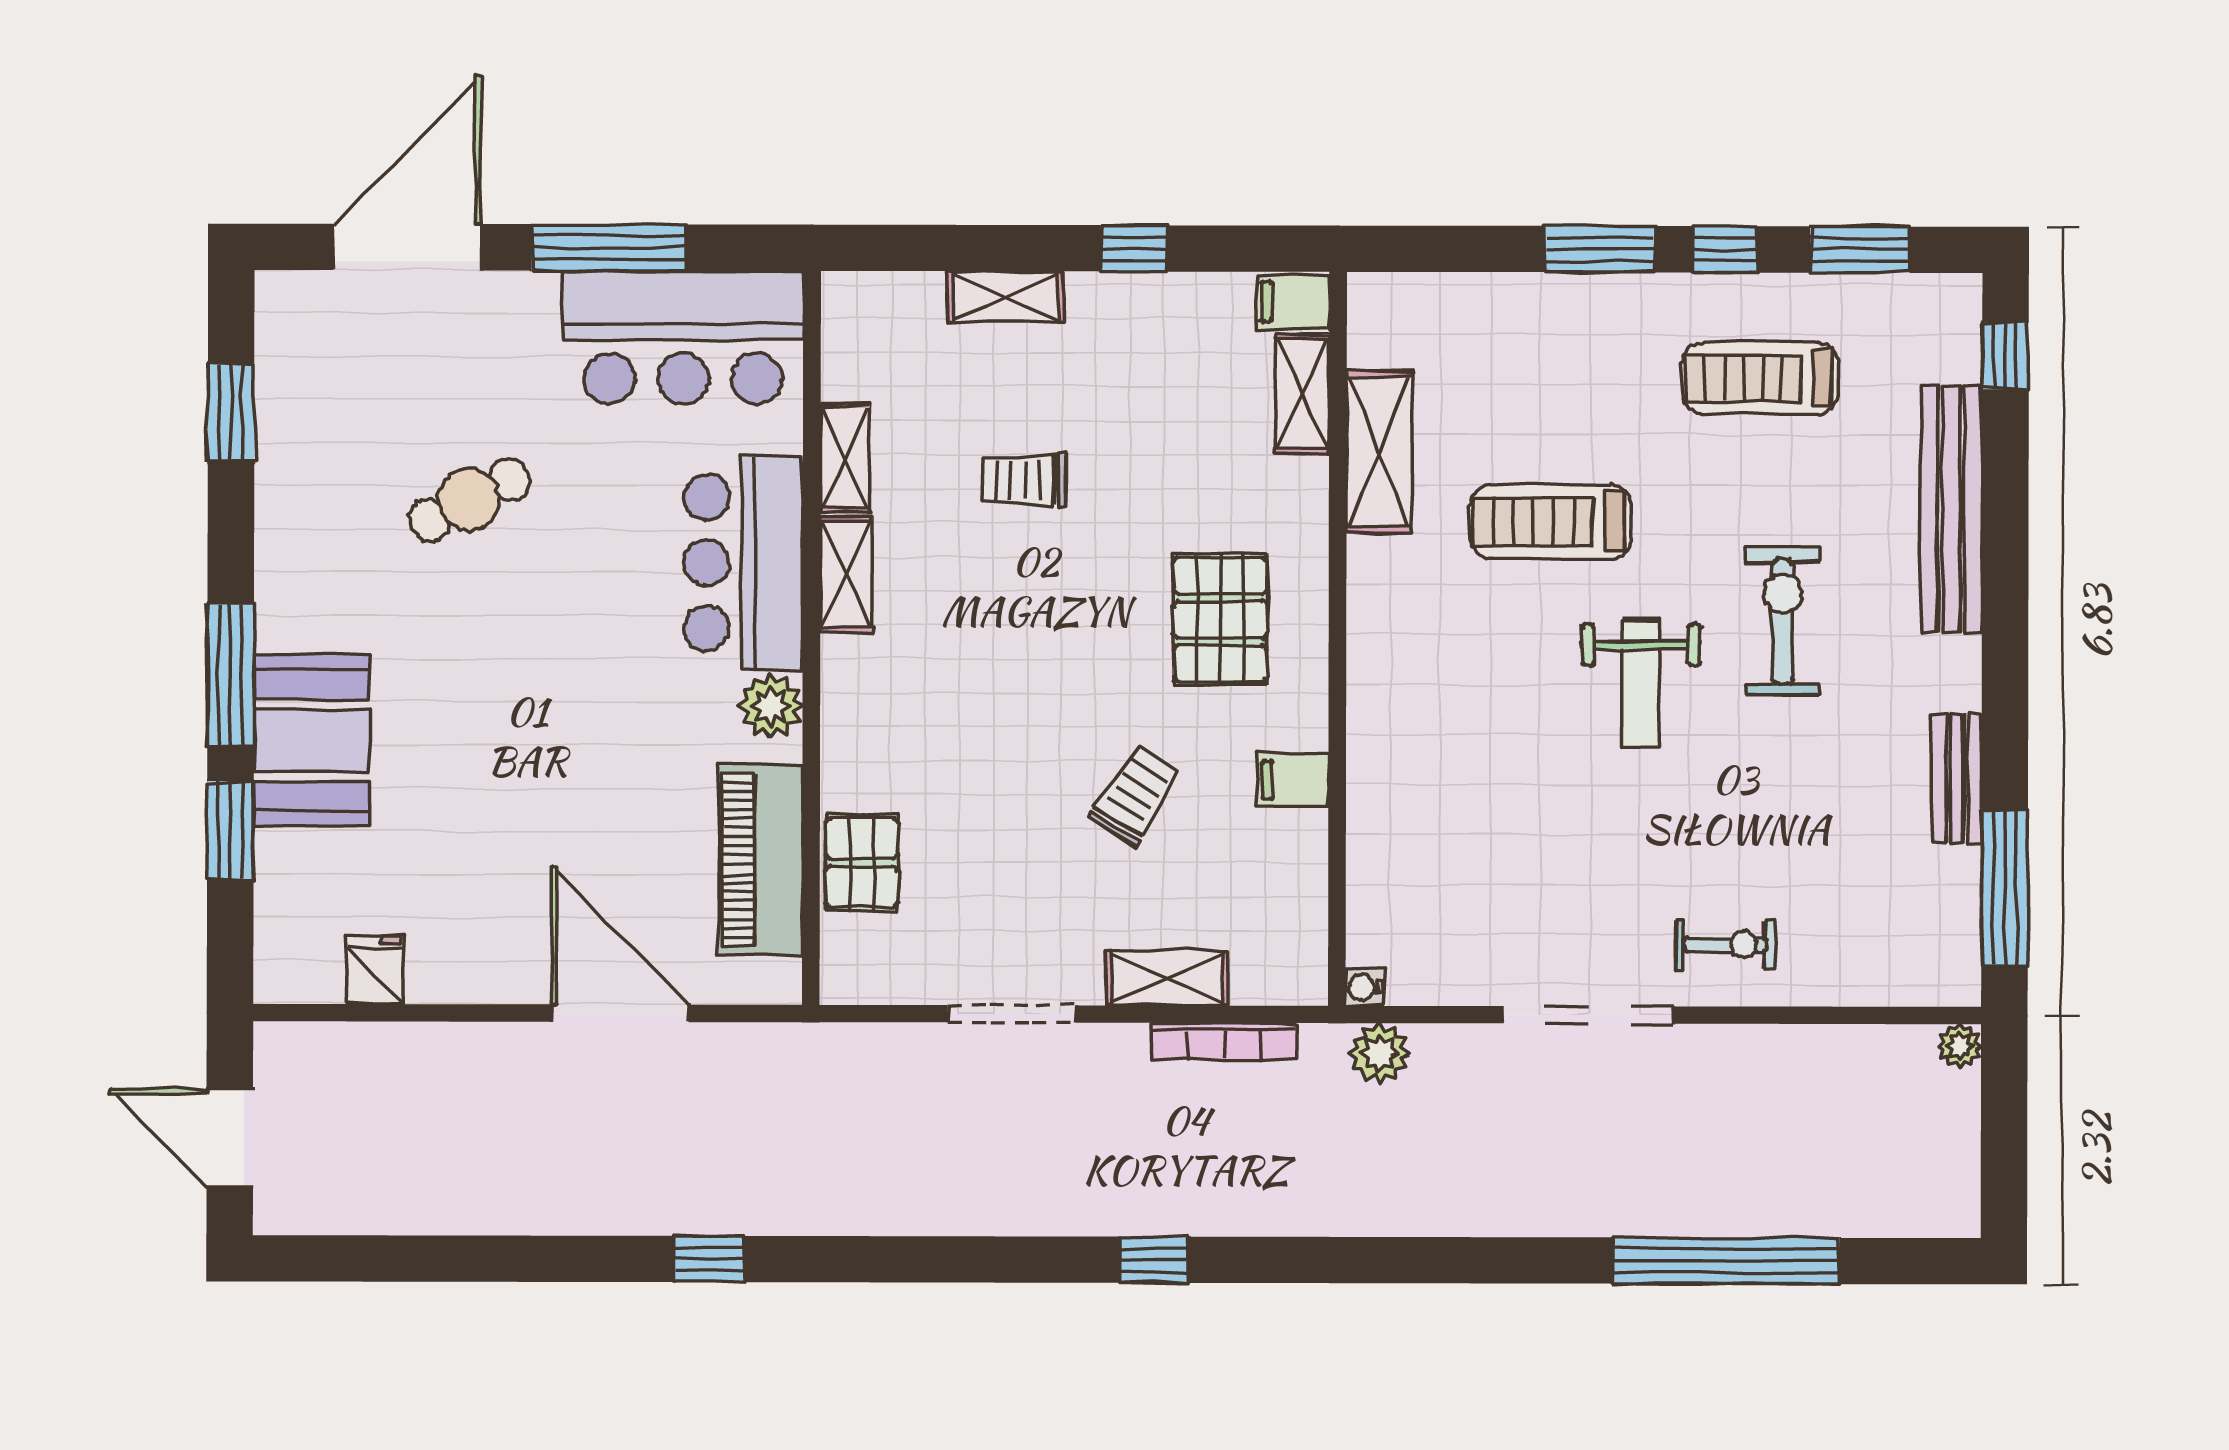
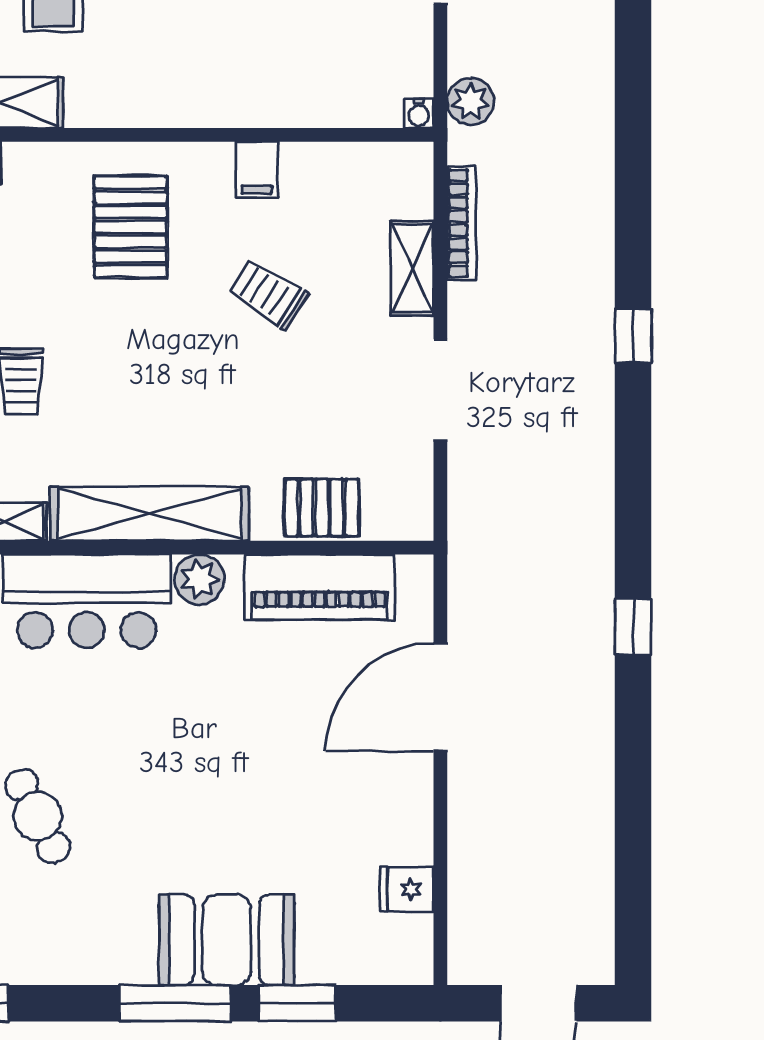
shelving: (846, 574) -> (150, 514), width x2.20, depth x1.33
pallet: (1220, 619) -> (130, 227), turned 90
window: (1154, 1260) -> (633, 336), moved

